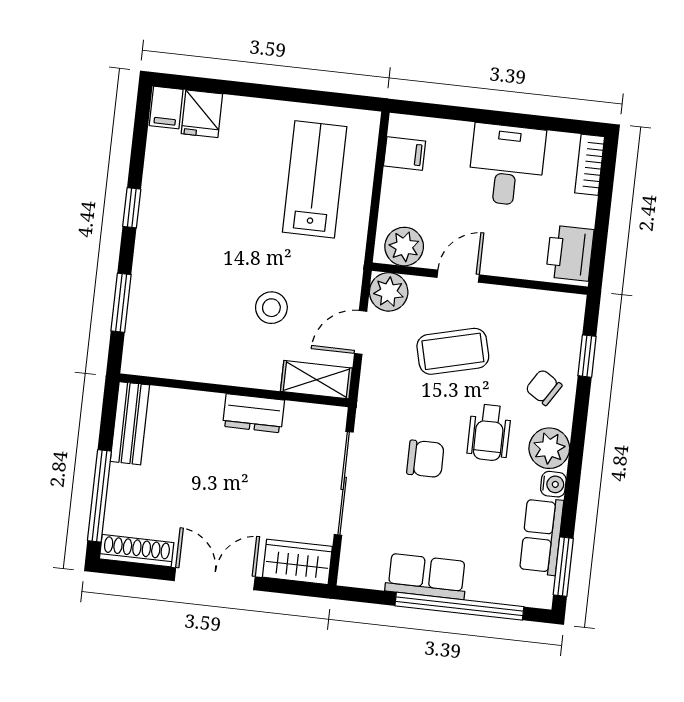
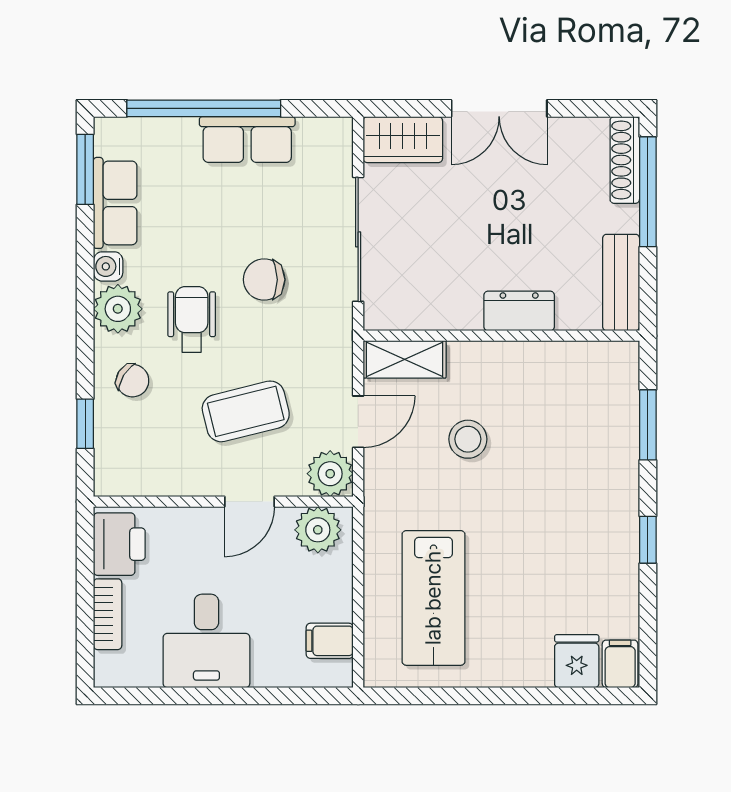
bookcase: (590, 165) -> (108, 614), moved
dresser: (254, 413) -> (519, 311), moved
shoe rack: (137, 551) -> (625, 160), moved, turned 90

